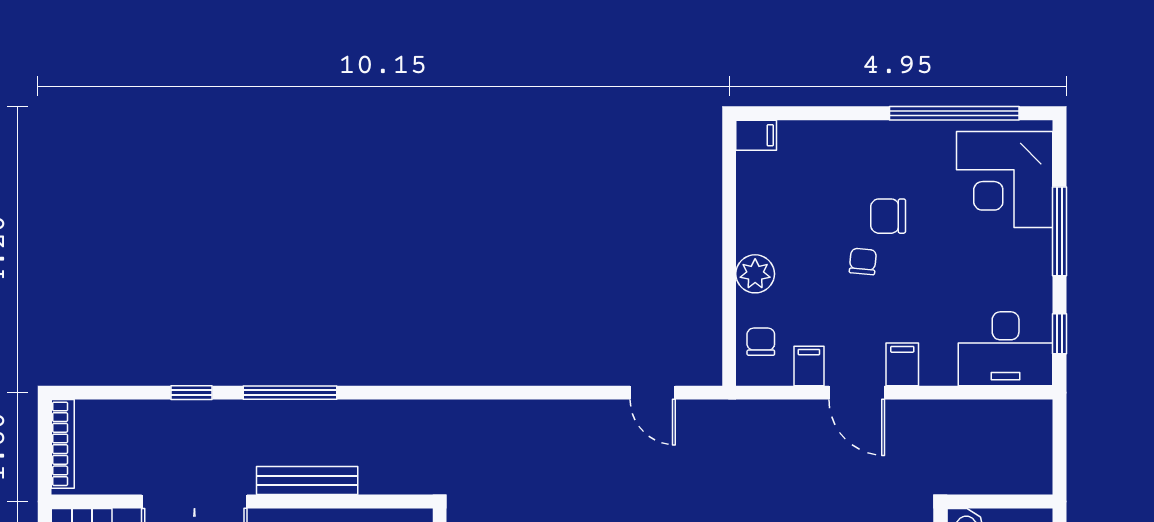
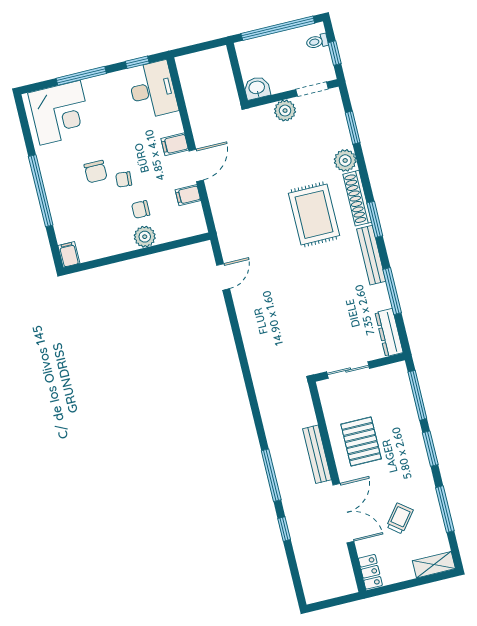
window: (954, 113) -> (41, 191), moved
chair: (761, 342) -> (141, 209), moved
bookcase: (63, 444) -> (329, 593), removed

